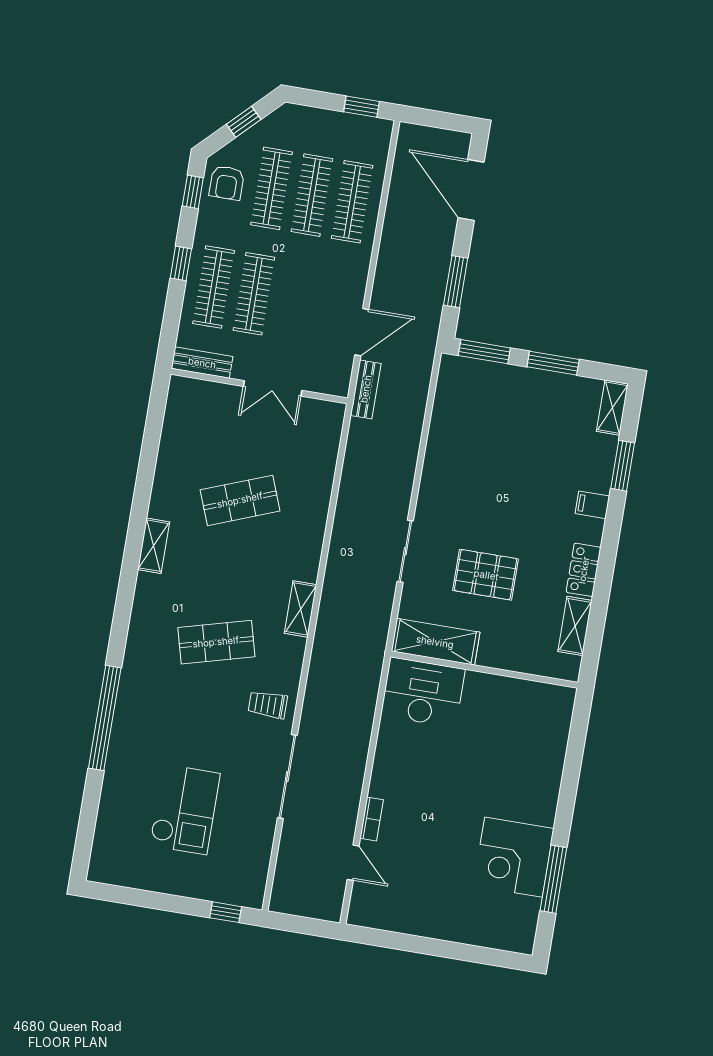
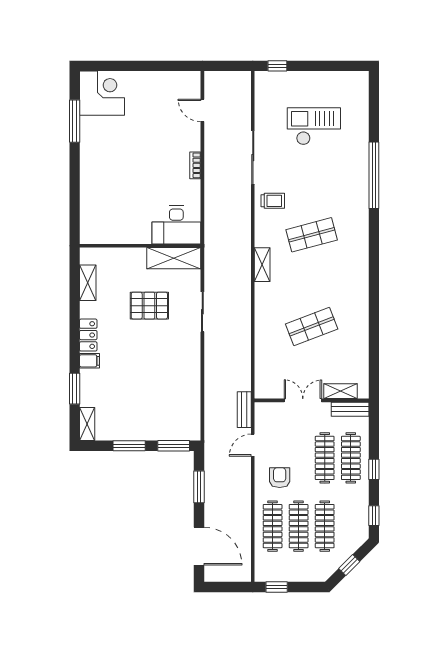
armchair: (227, 183) -> (280, 478), moved
door: (362, 332) -> (253, 445), width x0.73
shelving: (154, 546) -> (341, 391), moved, turned 90
locker: (584, 570) -> (88, 335), moved
checkout: (185, 809) -> (314, 126), turned 90
bookcase: (372, 819) -> (195, 165), moved
corner desk: (514, 857) -> (102, 93), moved

